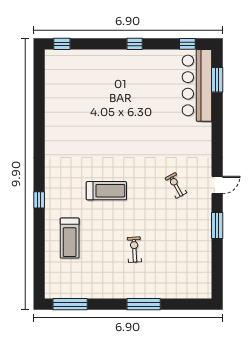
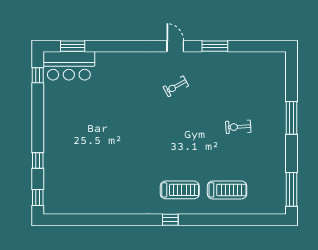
window: (135, 44) -> (38, 161), moved
bar counter: (197, 85) -> (69, 66), width x0.73
treadmill: (106, 191) -> (180, 190), moved, turned 90
window: (39, 200) -> (170, 220), moved

